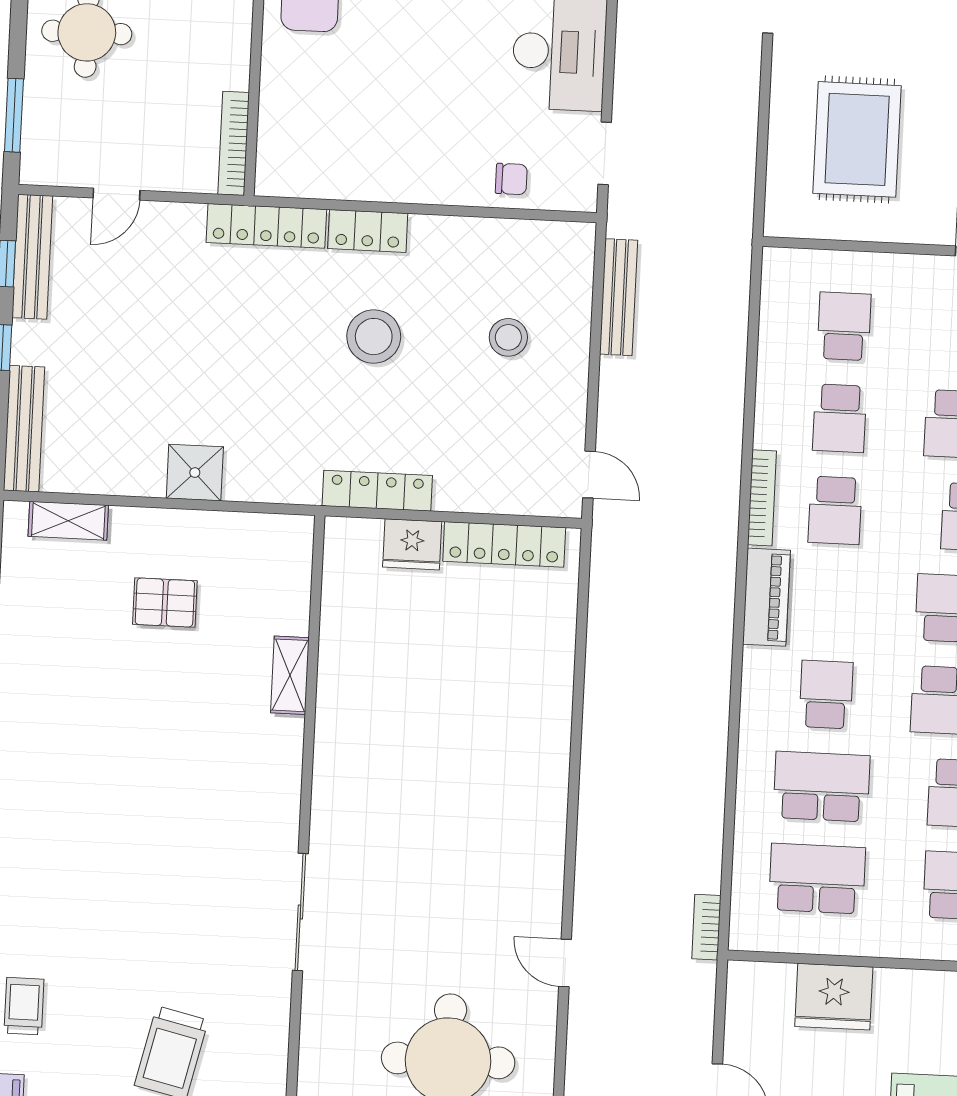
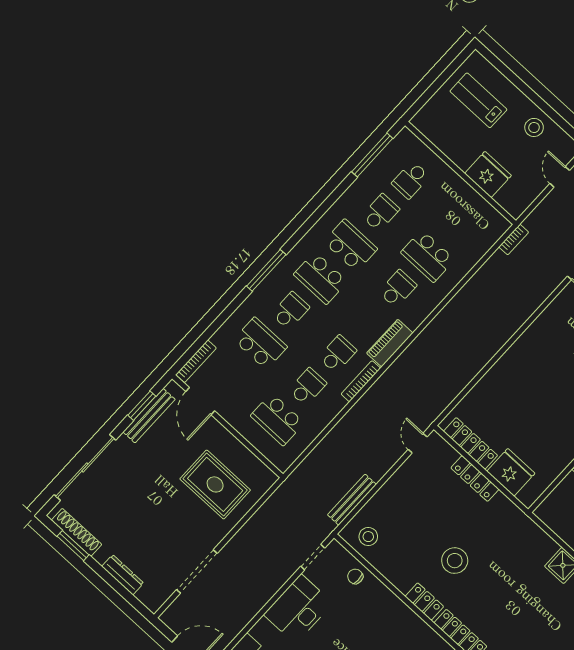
rug: (857, 139) -> (215, 484), turned 90
school desk: (844, 326) -> (277, 419), width x1.85
stool: (508, 337) -> (368, 537), moved
locker: (377, 491) -> (475, 479), moved
fridge: (412, 544) -> (511, 472), width x1.36, depth x1.34
school desk: (826, 694) -> (398, 289), turned 180
school desk: (817, 879) -> (458, 223), removed

